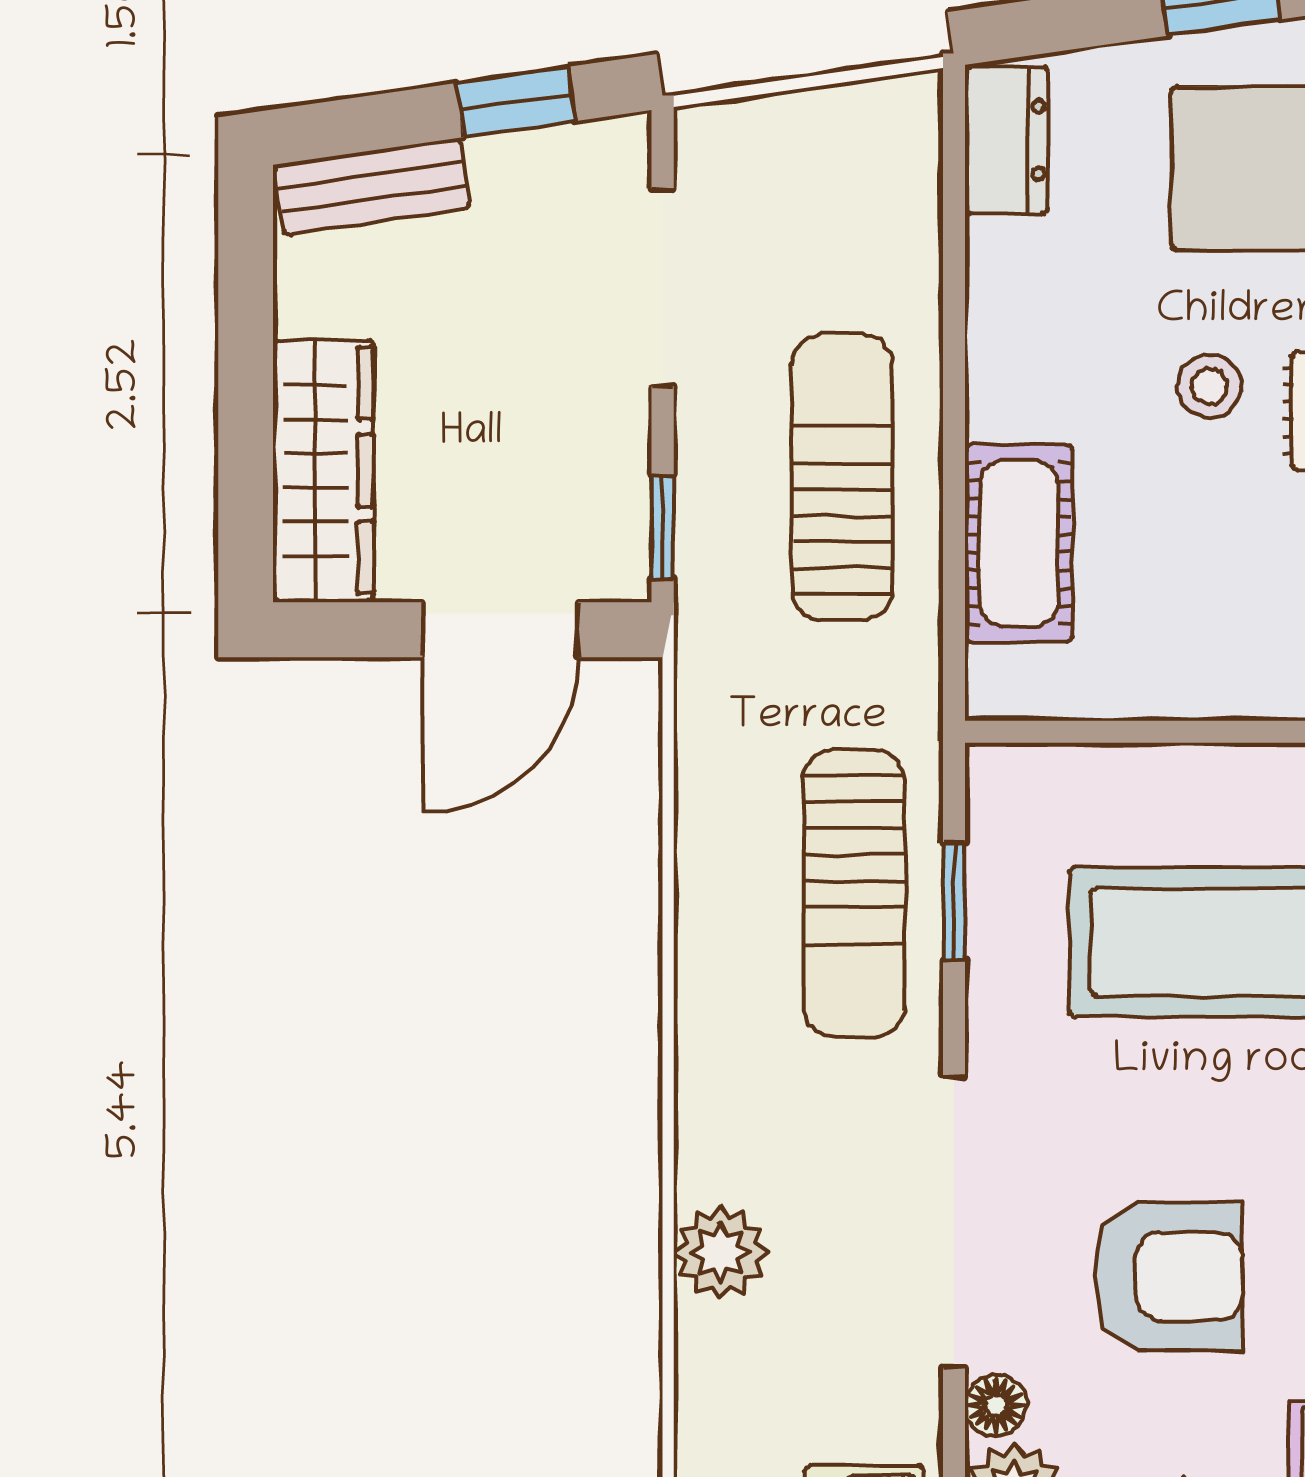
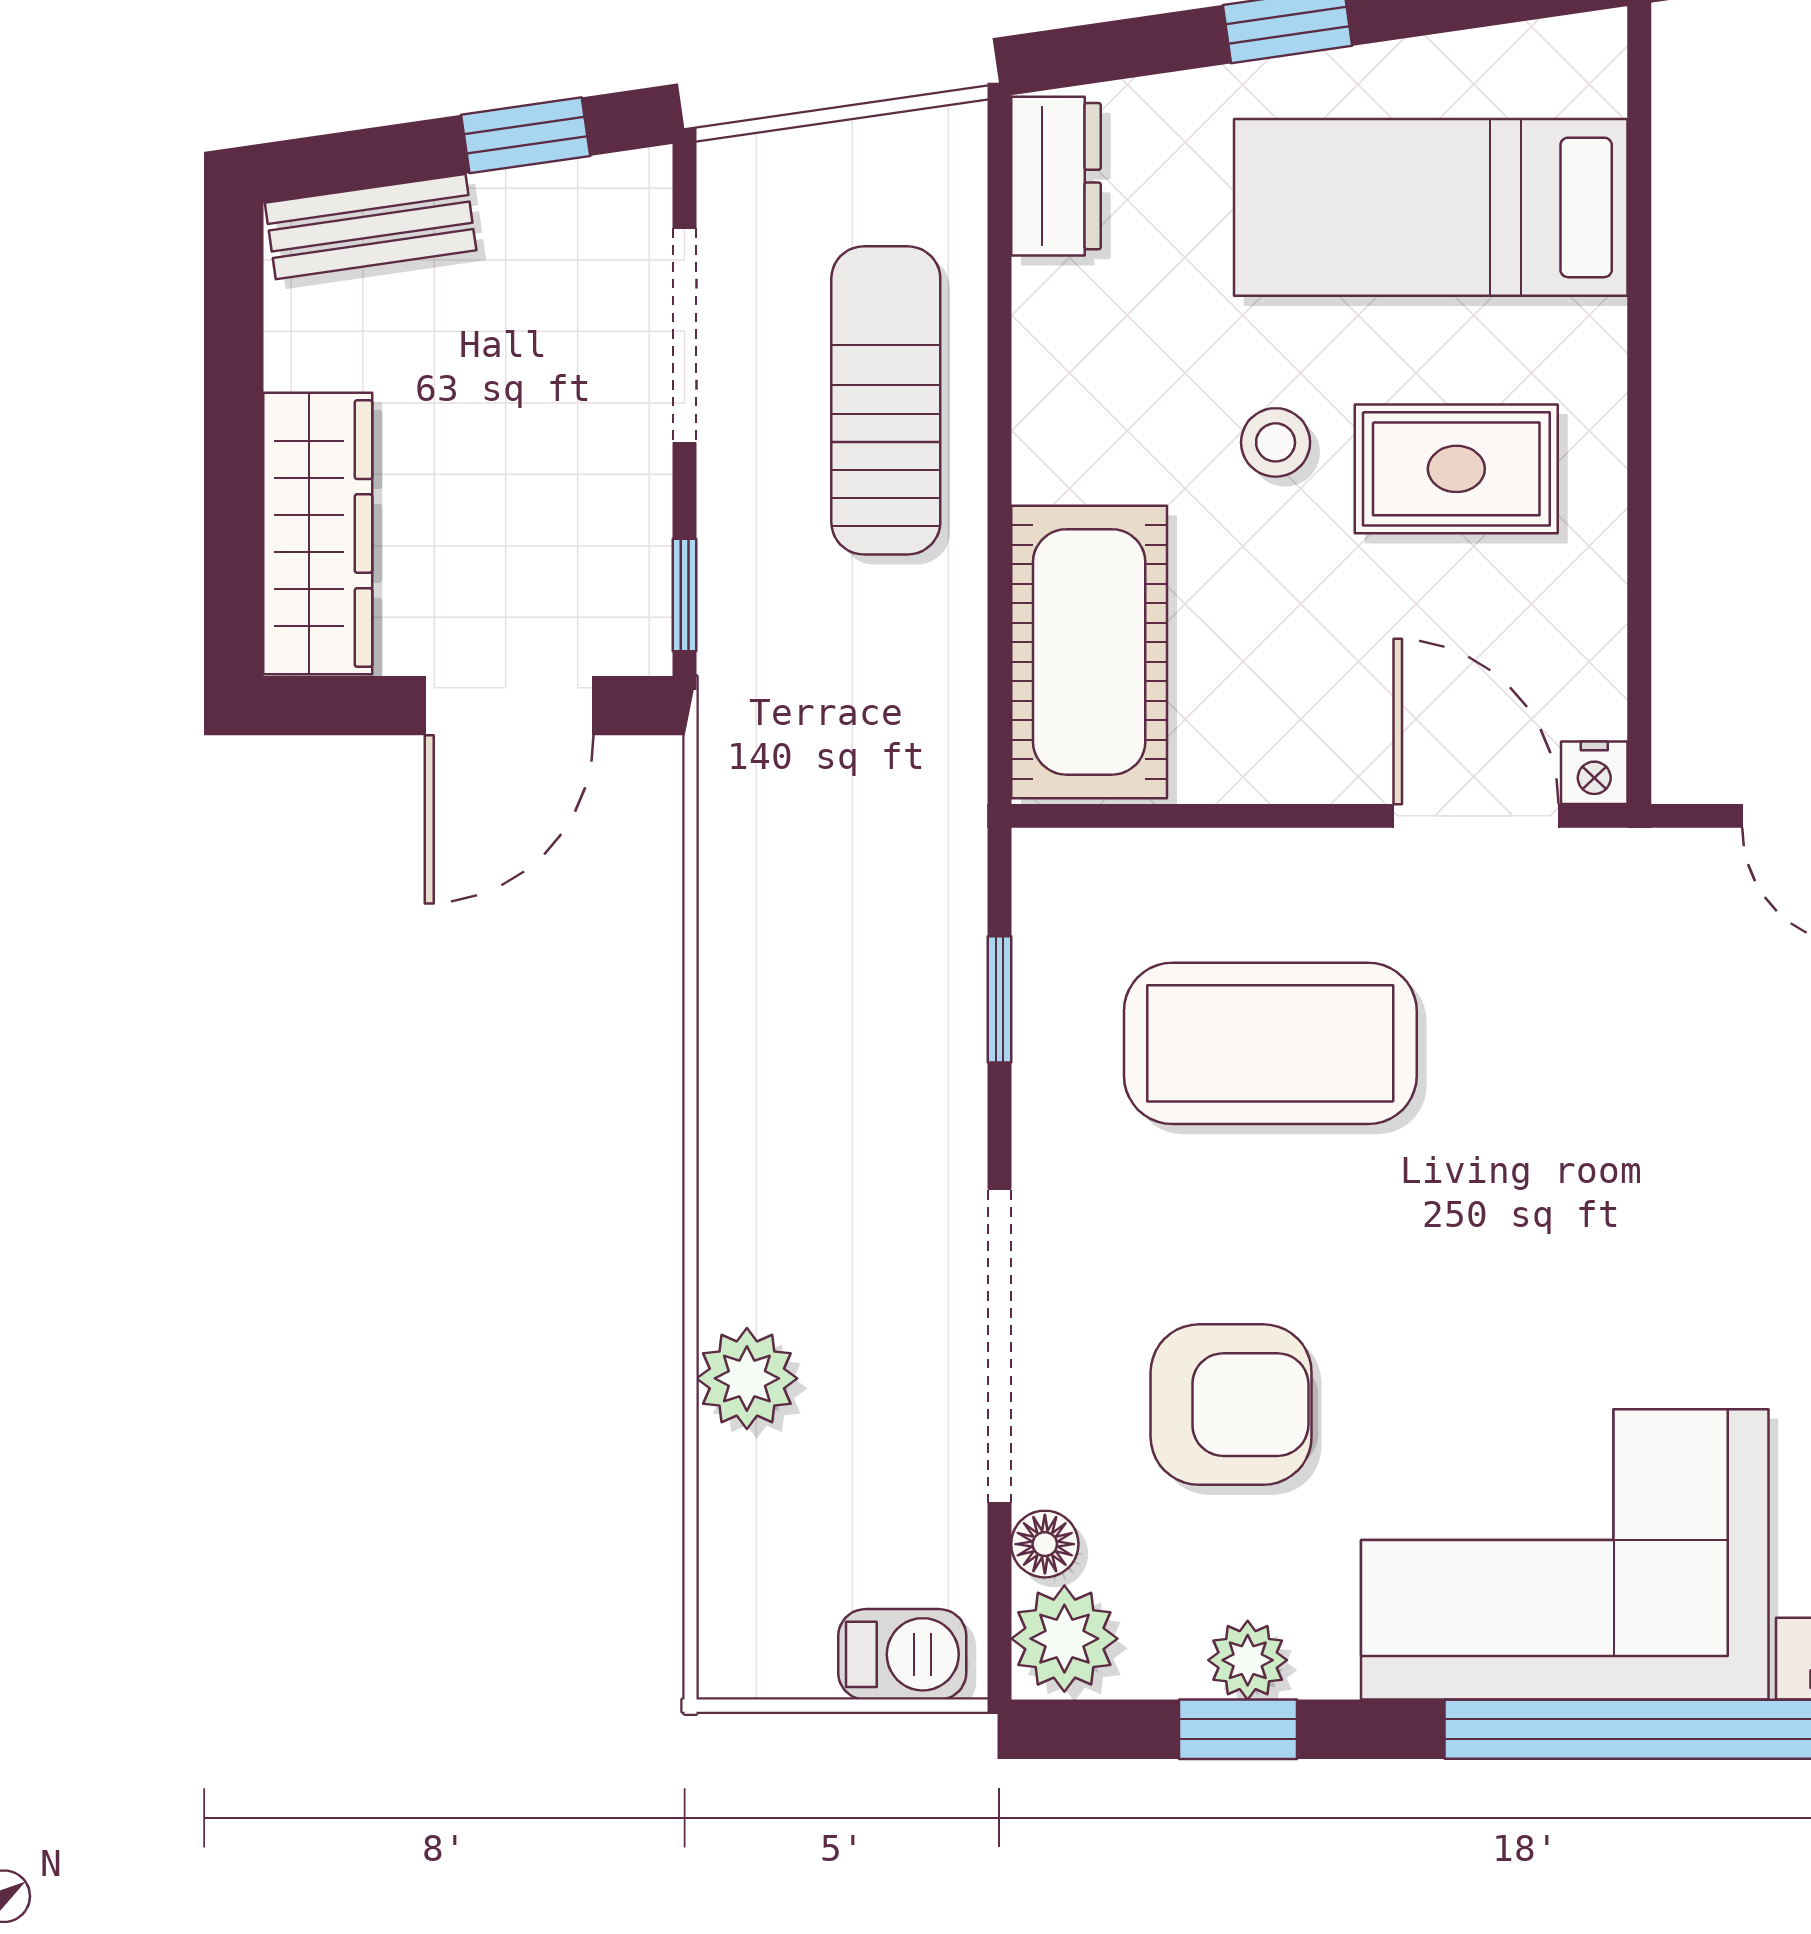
sun lounger: (842, 477) -> (886, 400), moved
cot: (1019, 544) -> (1089, 652), width x1.37, depth x1.34
sun lounger: (854, 893) -> (891, 991), removed

